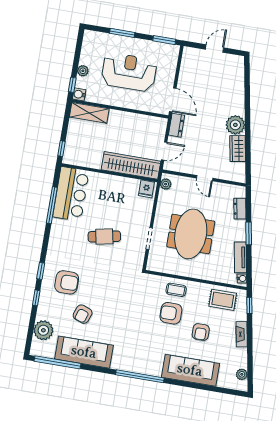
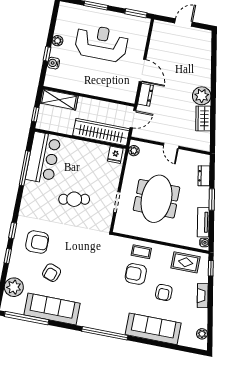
wall: (120, 109) -> (89, 96), moved
shelving: (89, 113) -> (59, 100), moved

